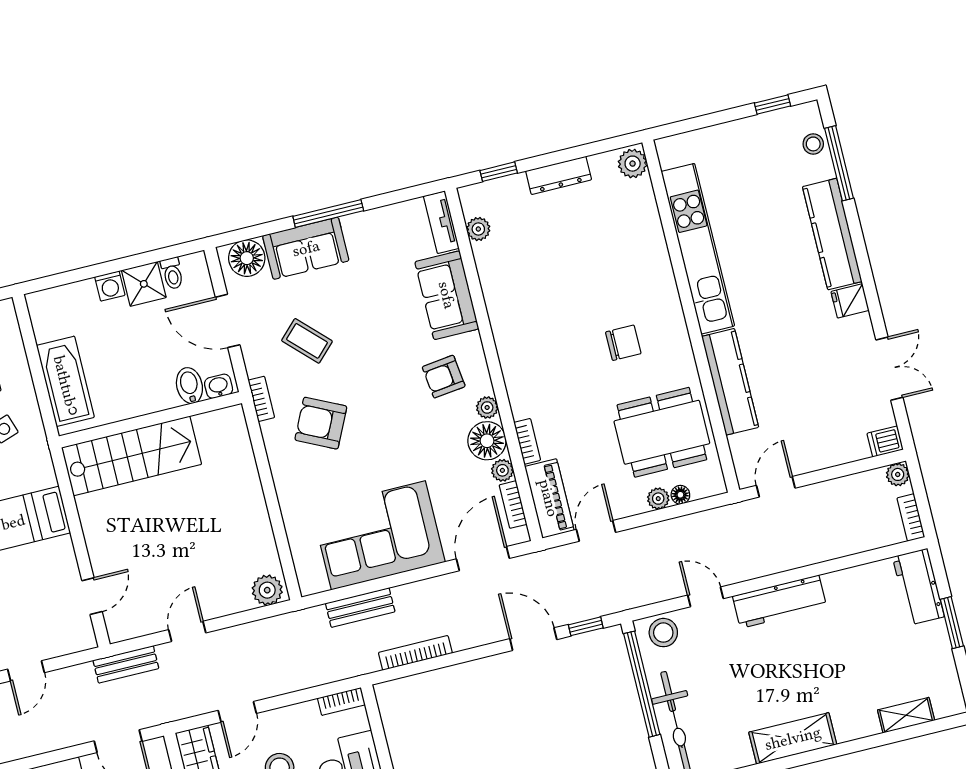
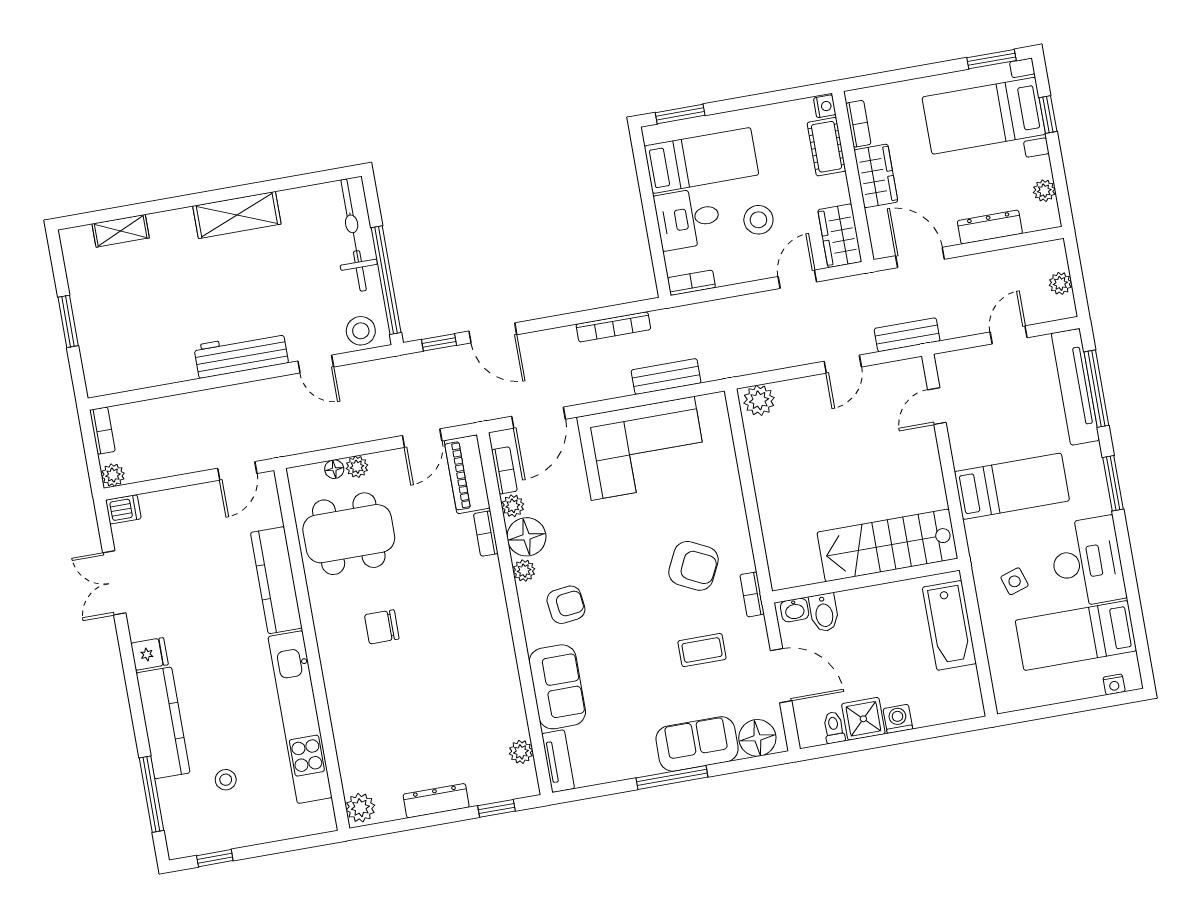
stool: (813, 144) -> (226, 780), moved
coffee table: (307, 341) -> (702, 650), turned -45
workbench: (918, 587) -> (100, 360), removed

